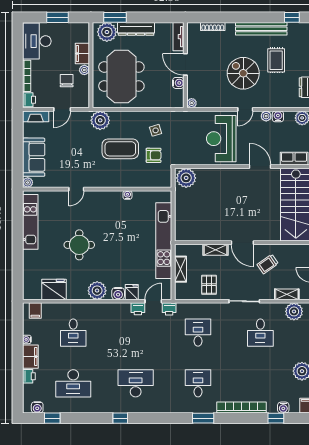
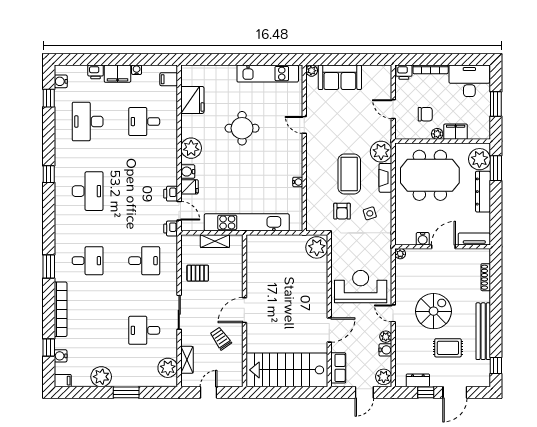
fireplace: (36, 116) -> (385, 178), moved
shelving: (216, 250) -> (237, 280), removed

